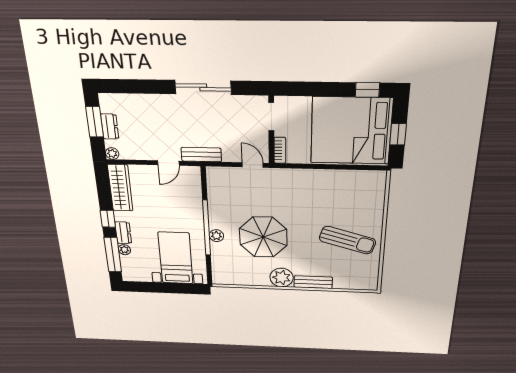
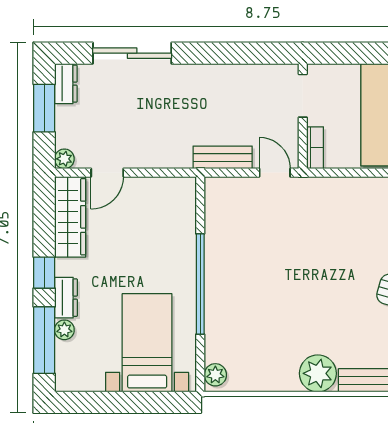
sliding door: (203, 87) -> (132, 53), moved
dresser: (110, 127) -> (66, 84), moved
bench: (201, 155) -> (223, 157), moved
door: (168, 163) -> (107, 173), moved
plant: (216, 236) -> (215, 375), moved
parasol: (263, 237) -> (289, 298), removed

